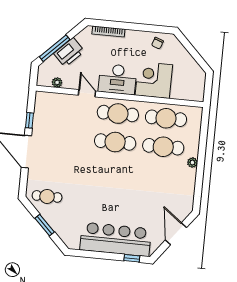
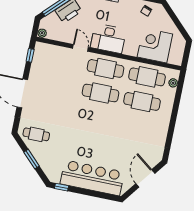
corner desk: (154, 80) -> (155, 45), moved
plant: (57, 82) -> (42, 33), moved
window: (29, 120) -> (30, 55), moved
plant: (192, 163) -> (173, 83), moved
window: (132, 258) -> (62, 187), moved

